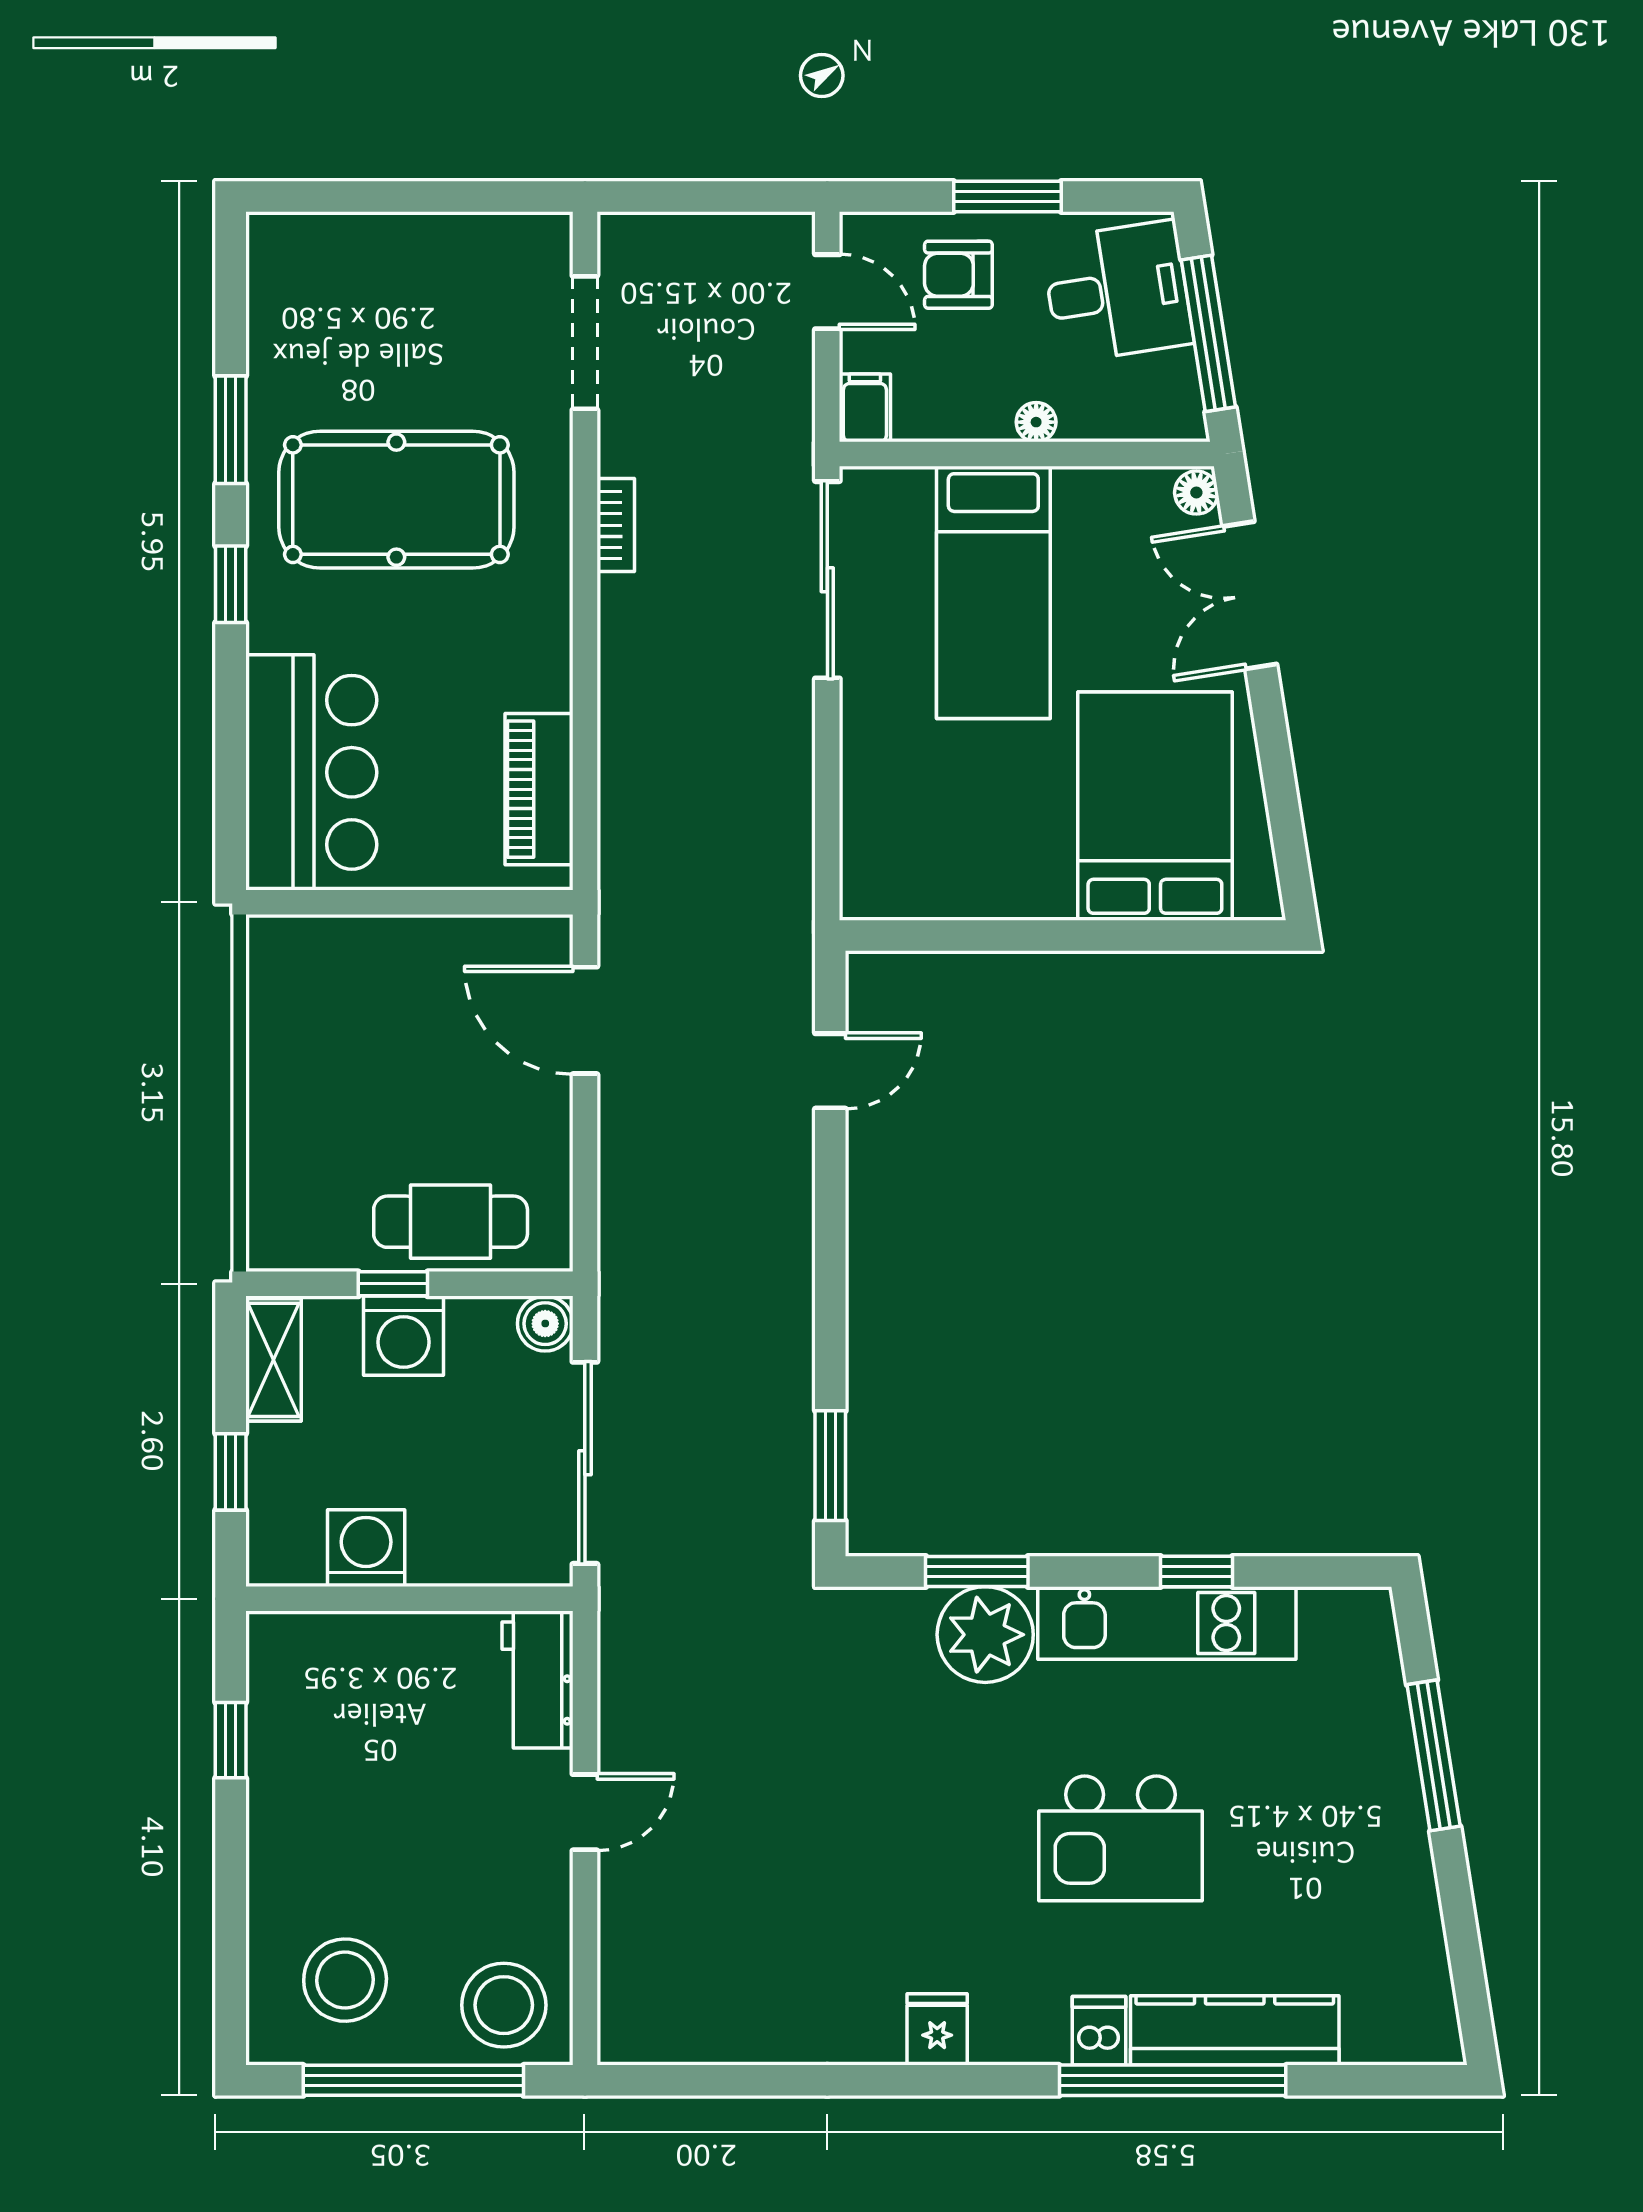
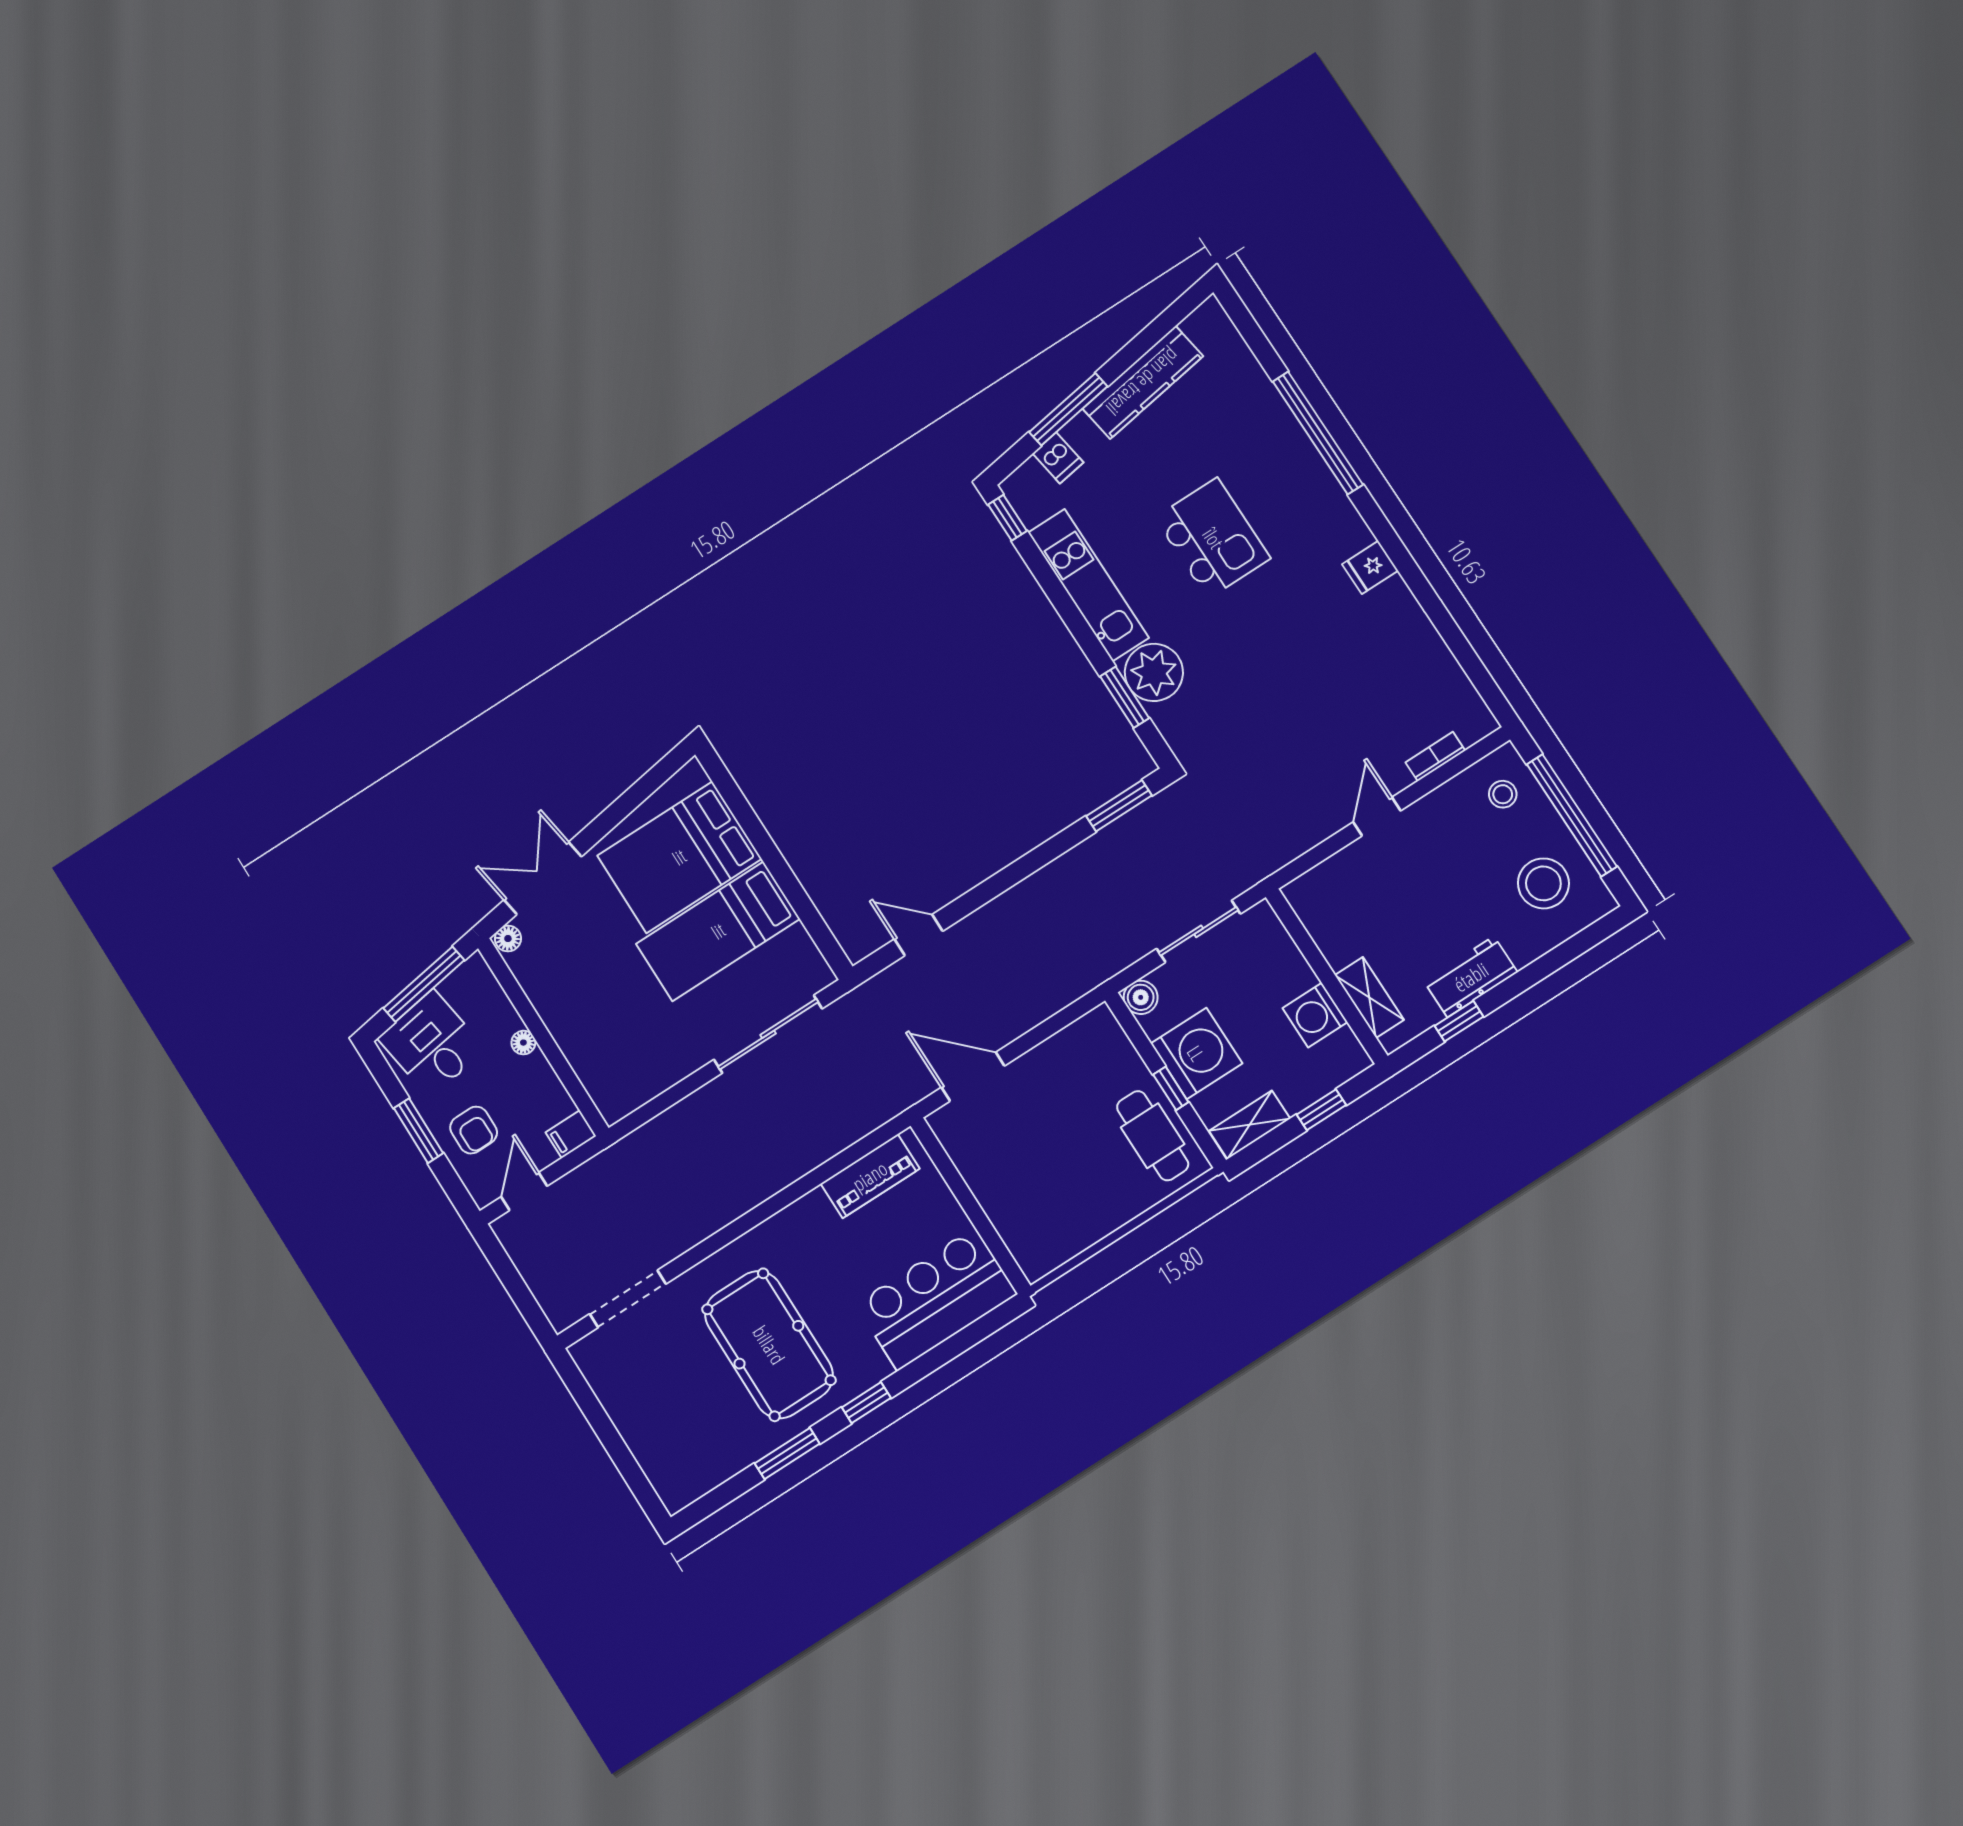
bookcase: (616, 525) -> (1435, 756), moved
sliding door: (827, 580) -> (768, 1034), moved
bed: (993, 592) -> (718, 931), moved, turned 180
double door: (1250, 595) -> (543, 878), swing flipped
door: (585, 1020) -> (973, 1077), swing flipped
cafe table: (451, 1222) -> (1153, 1136), moved
washing machine: (403, 1336) -> (1196, 1053), width x1.37, depth x1.37
sliding door: (585, 1463) -> (1199, 931), width x0.73
window: (1196, 1572) -> (1007, 518), moved
shelving: (342, 1639) -> (1369, 997), added
workbench: (537, 1679) -> (1471, 977), moved, turned 180
door: (585, 1812) -> (1377, 816), hinge flipped
stool: (504, 2005) -> (1503, 794), width x0.53, depth x0.53
kitchen counter: (1235, 2030) -> (1143, 382), moved, turned -99
dishwasher: (1099, 2031) -> (1058, 458), moved, turned -99

